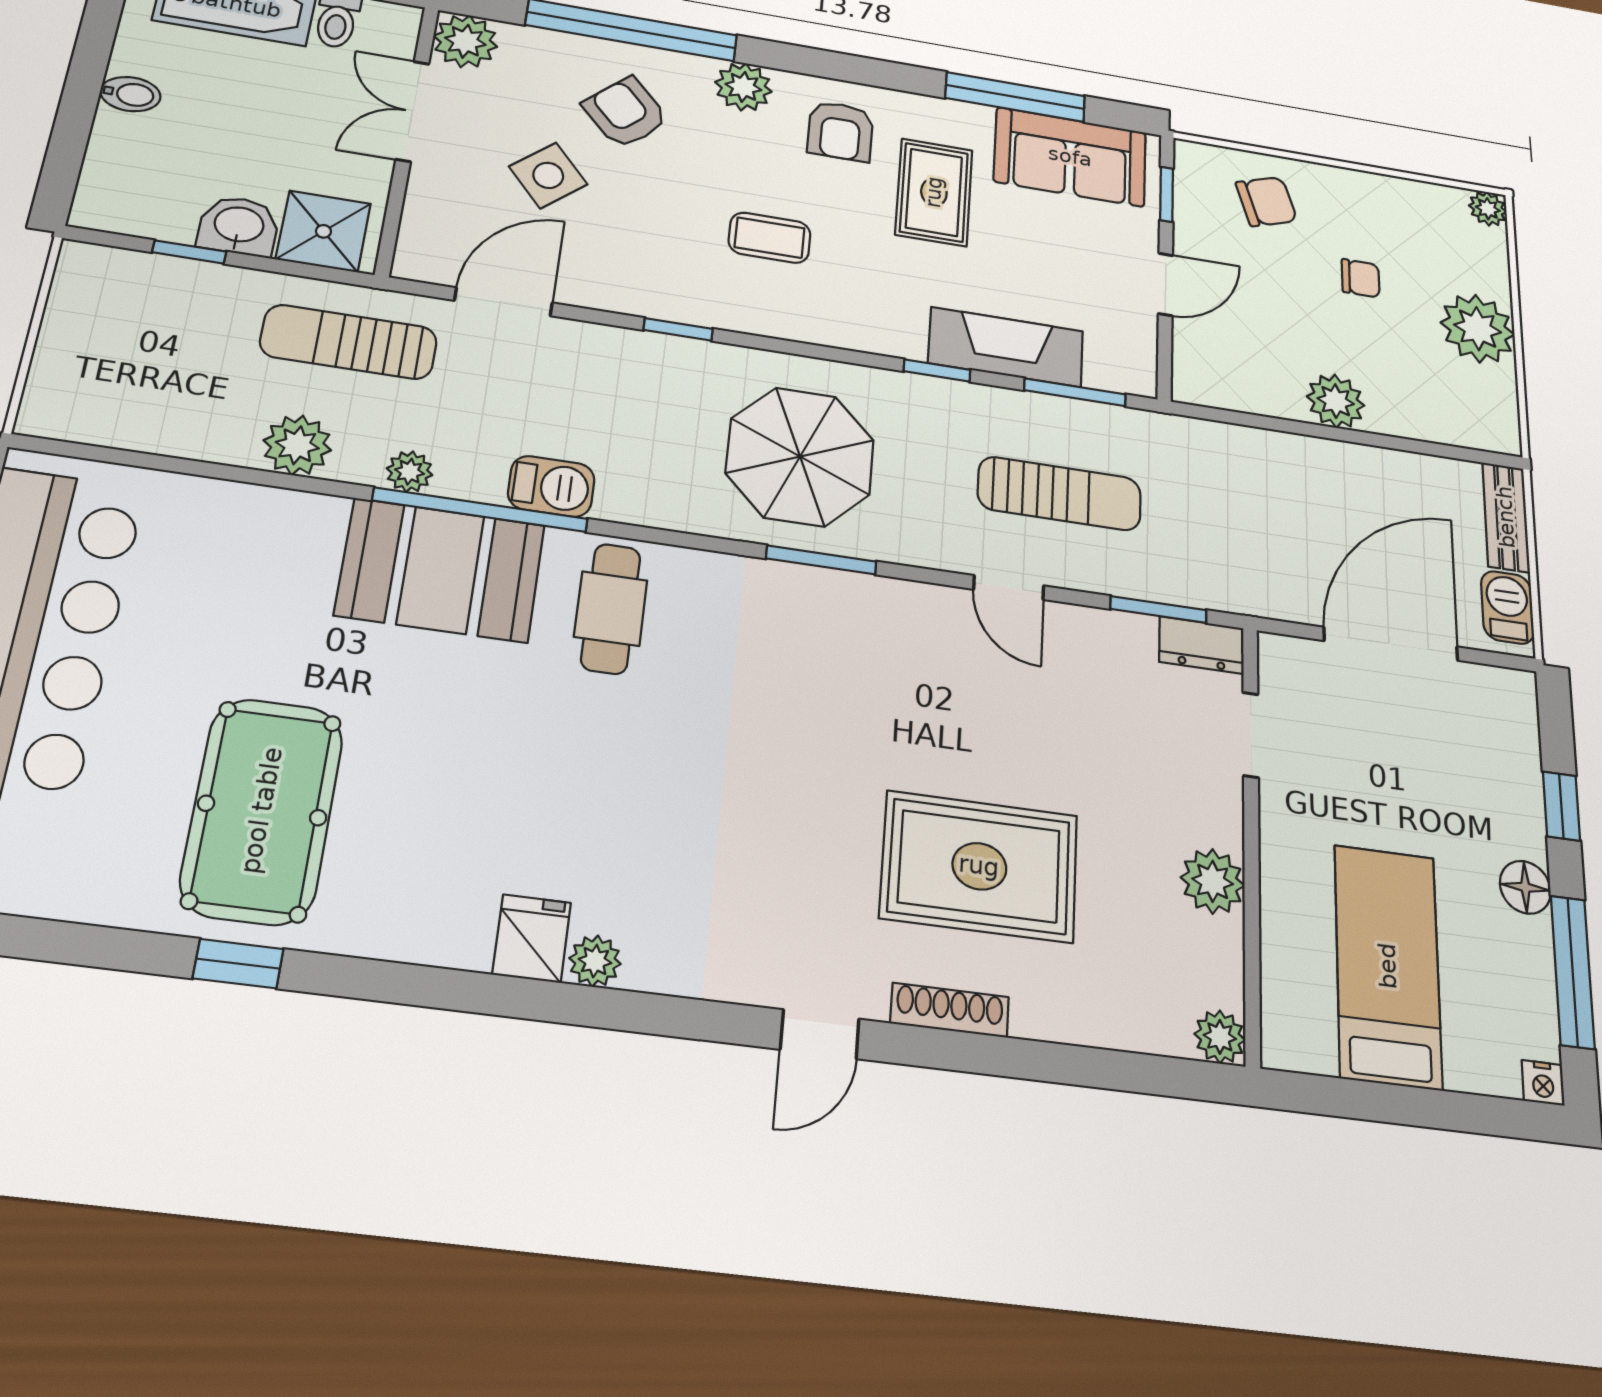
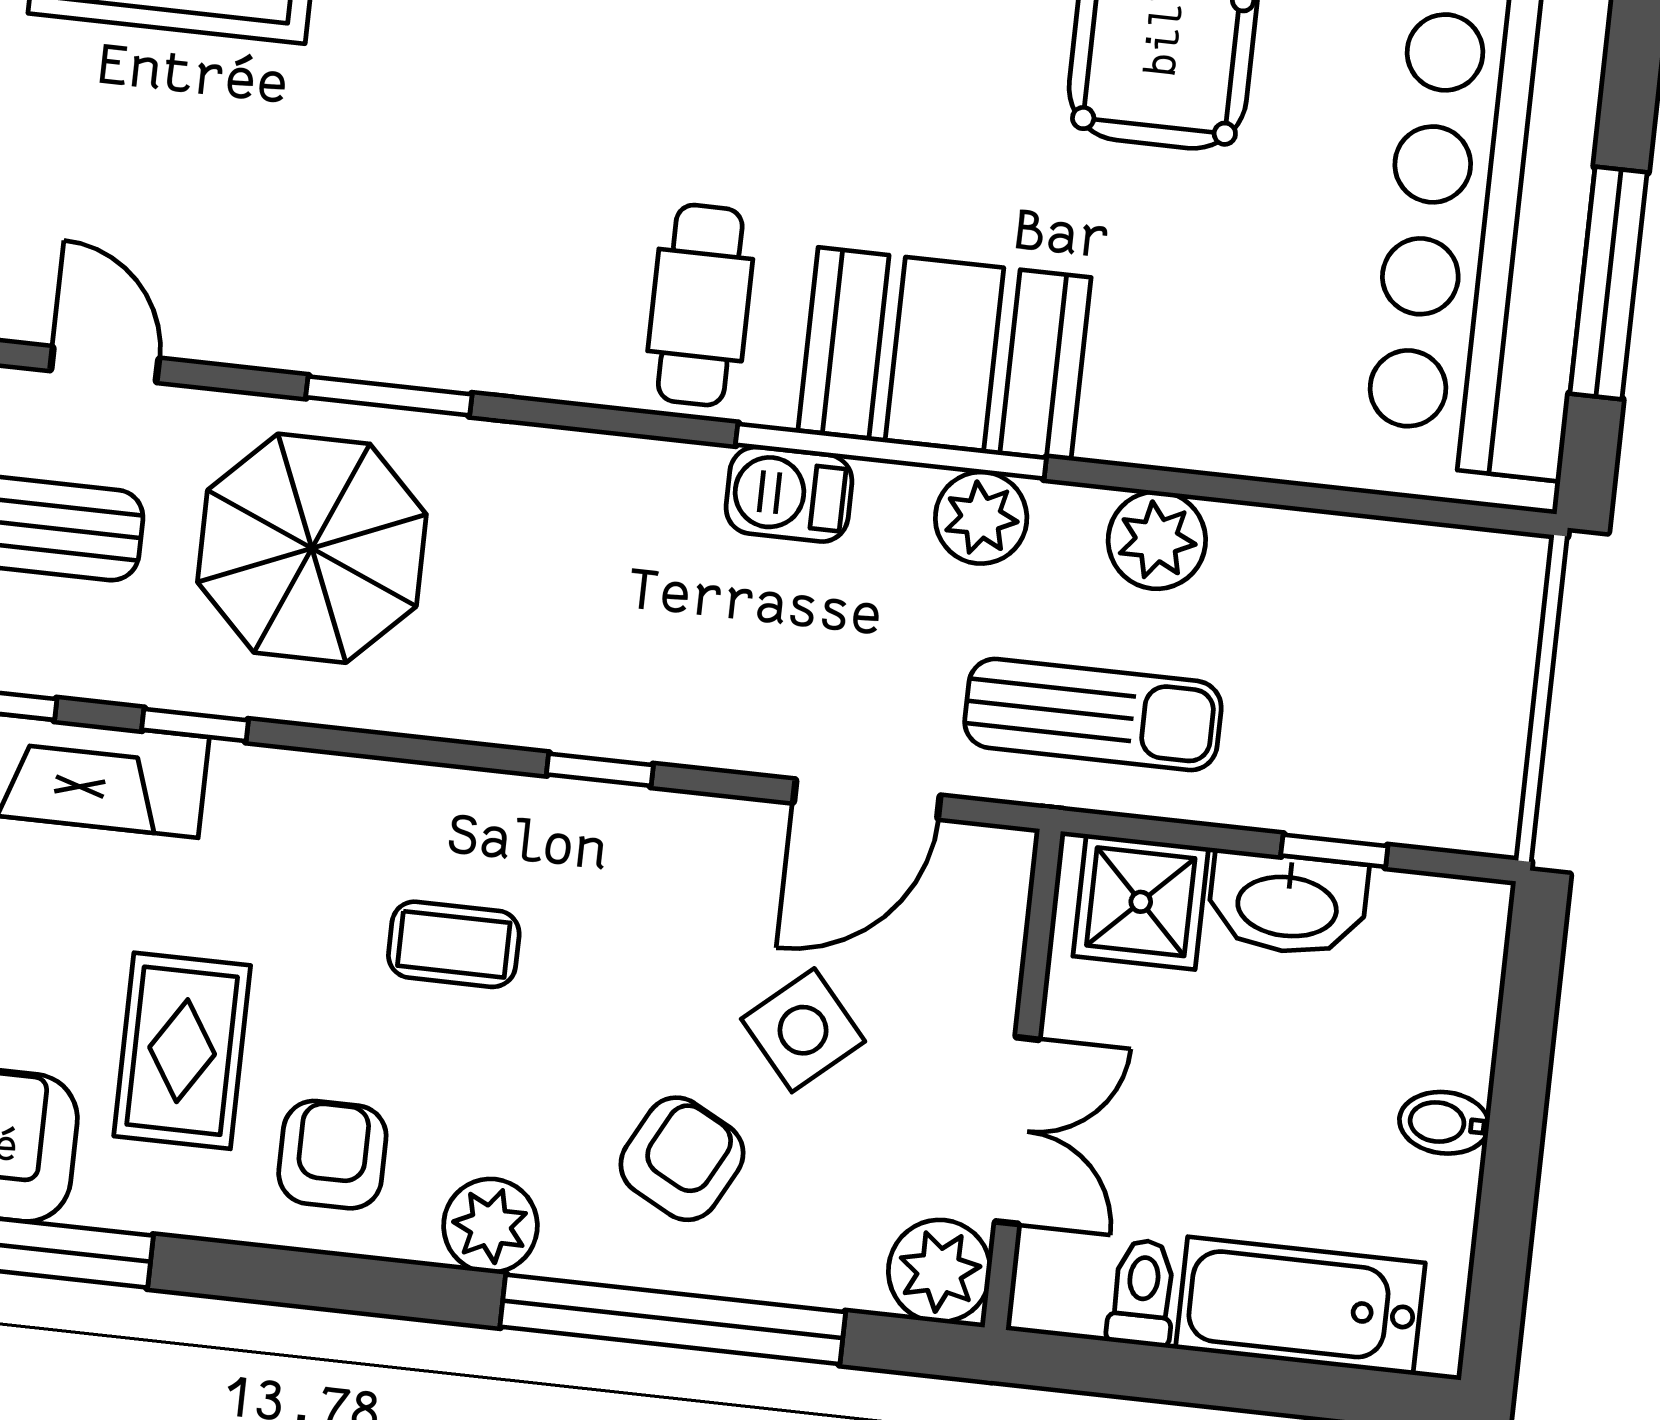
armchair: (626, 112) -> (682, 1159), turned -109
washbasin: (239, 226) -> (1287, 904), width x1.38
parasol: (800, 457) -> (312, 548), moved
plant: (410, 472) -> (981, 518), width x1.38, depth x1.38

